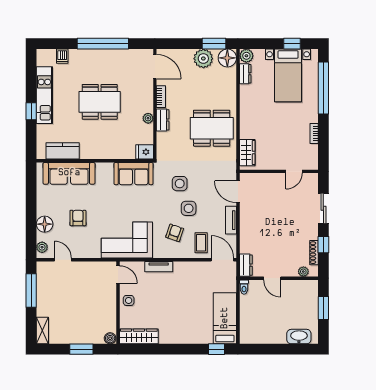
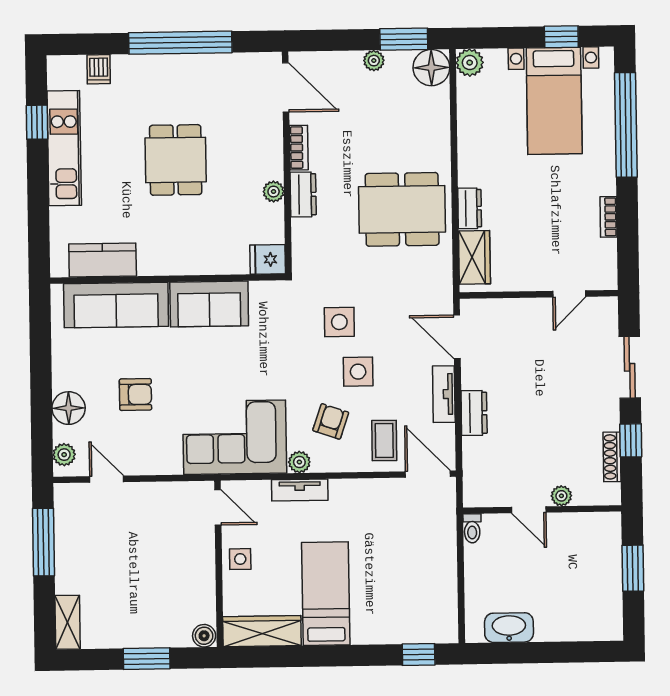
plant: (203, 59) -> (374, 61), width x0.53, depth x0.53
dresser: (245, 74) -> (470, 208), moved
dining table: (100, 102) -> (176, 160), width x0.73
window: (31, 111) -> (37, 122), moved
sofa: (134, 174) -> (209, 304), moved
armchair: (78, 218) -> (135, 395), turned 90
plant: (159, 253) -> (299, 462), added
dresser: (246, 265) -> (474, 413), moved
plant: (303, 272) -> (561, 496), moved
bed: (225, 318) -> (326, 594), moved
washbasin: (299, 337) -> (509, 628), moved

